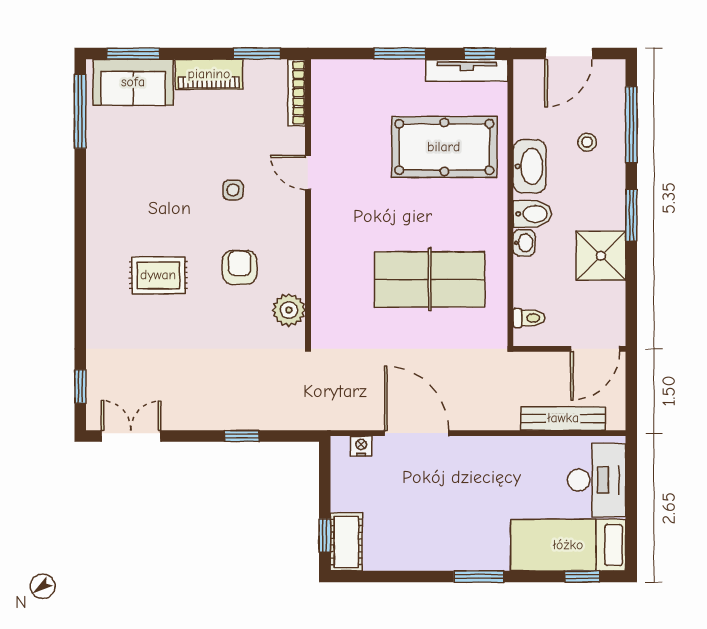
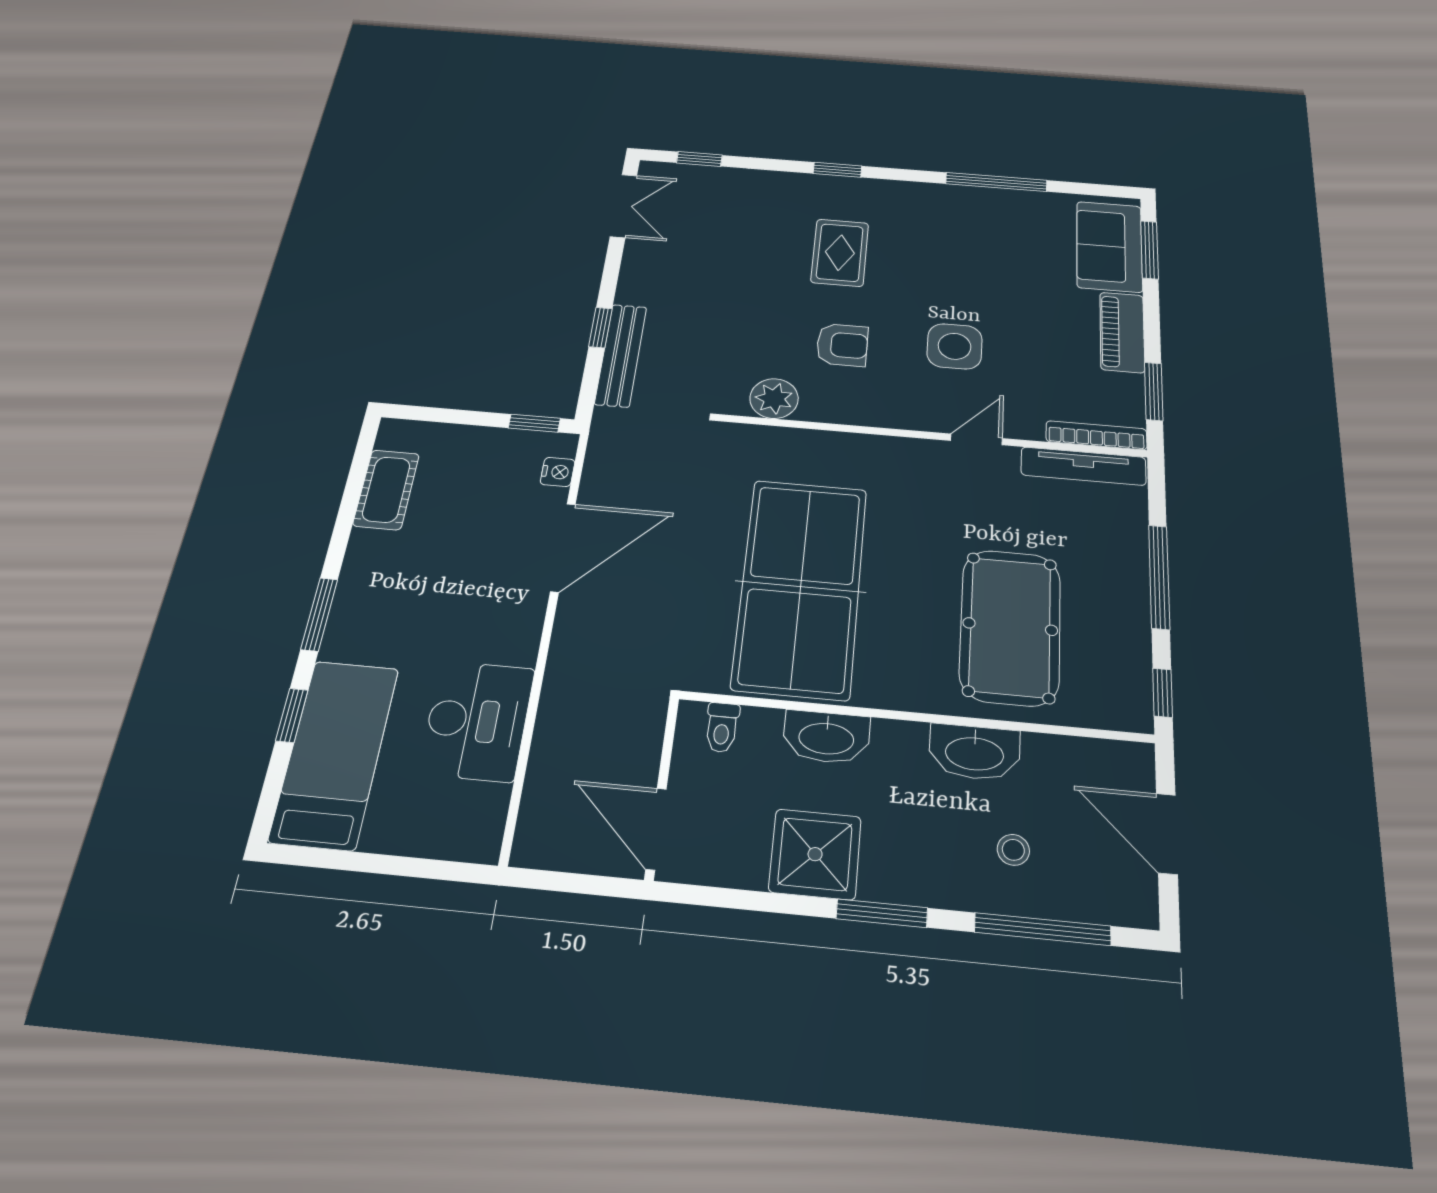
window: (400, 54) -> (1159, 577), width x1.44
tv unit: (467, 70) -> (1083, 466), moved, turned -90
window: (80, 111) -> (996, 182), moved
side table: (233, 190) -> (955, 346), width x1.87, depth x1.87
bidet: (532, 214) -> (894, 749), removed
washbasin: (524, 243) -> (826, 737), width x1.91, depth x1.45
table tennis table: (430, 279) -> (800, 587), width x1.36, depth x1.32
window: (80, 283) -> (837, 170), added
bench: (563, 418) -> (621, 355), moved
desk: (597, 480) -> (477, 721), moved, turned -90
window: (325, 535) -> (534, 423), moved
cot: (346, 542) -> (386, 490), moved, turned 90
window: (582, 577) -> (292, 715), moved

